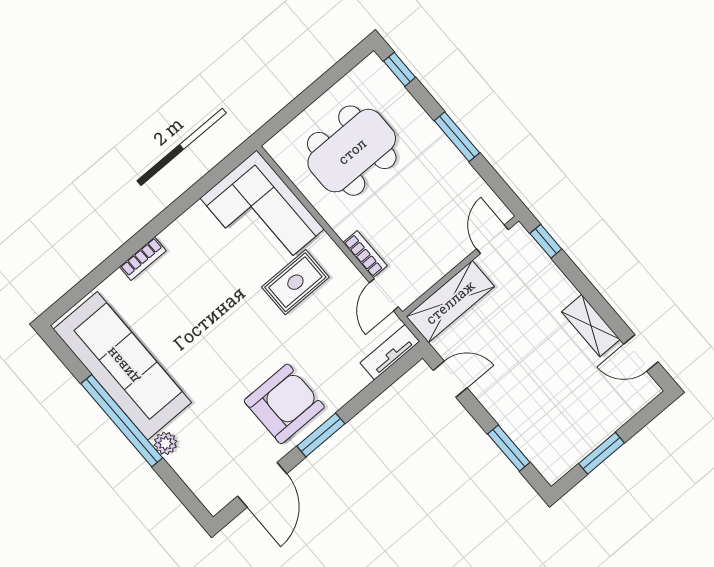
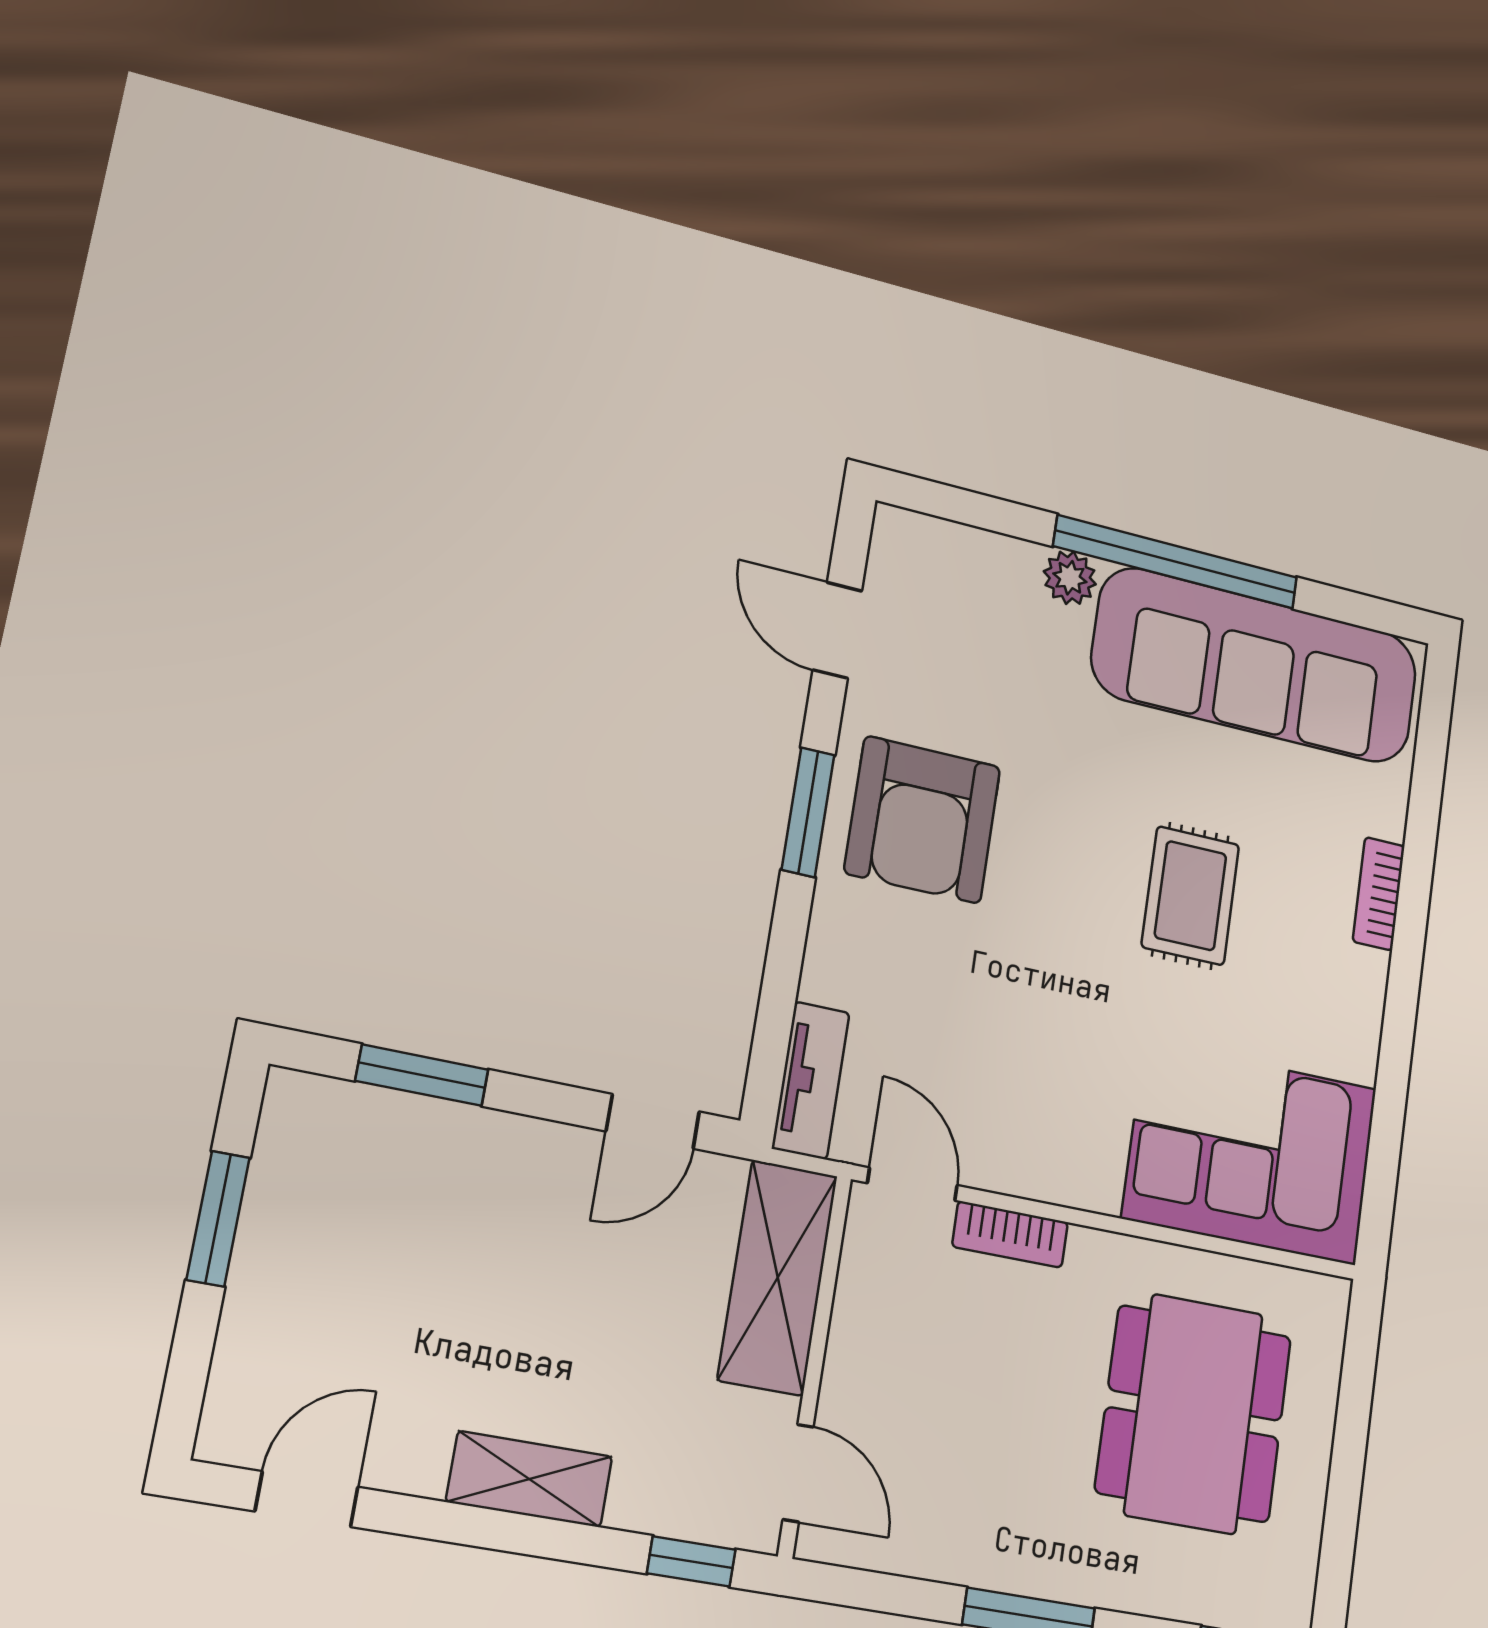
rug: (295, 282) -> (1190, 896), moved
shelving: (591, 326) -> (529, 1479), moved
door: (262, 485) -> (837, 630), width x0.73

